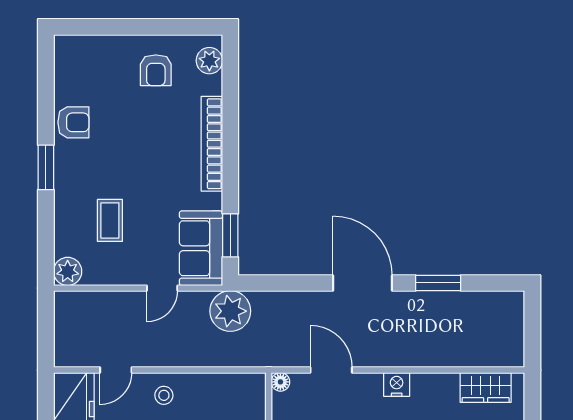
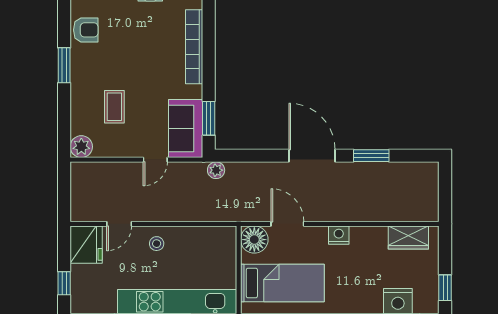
plant: (230, 311) -> (216, 170), width x0.53, depth x0.53
floor lamp: (280, 382) -> (254, 240), width x1.89, depth x1.89

